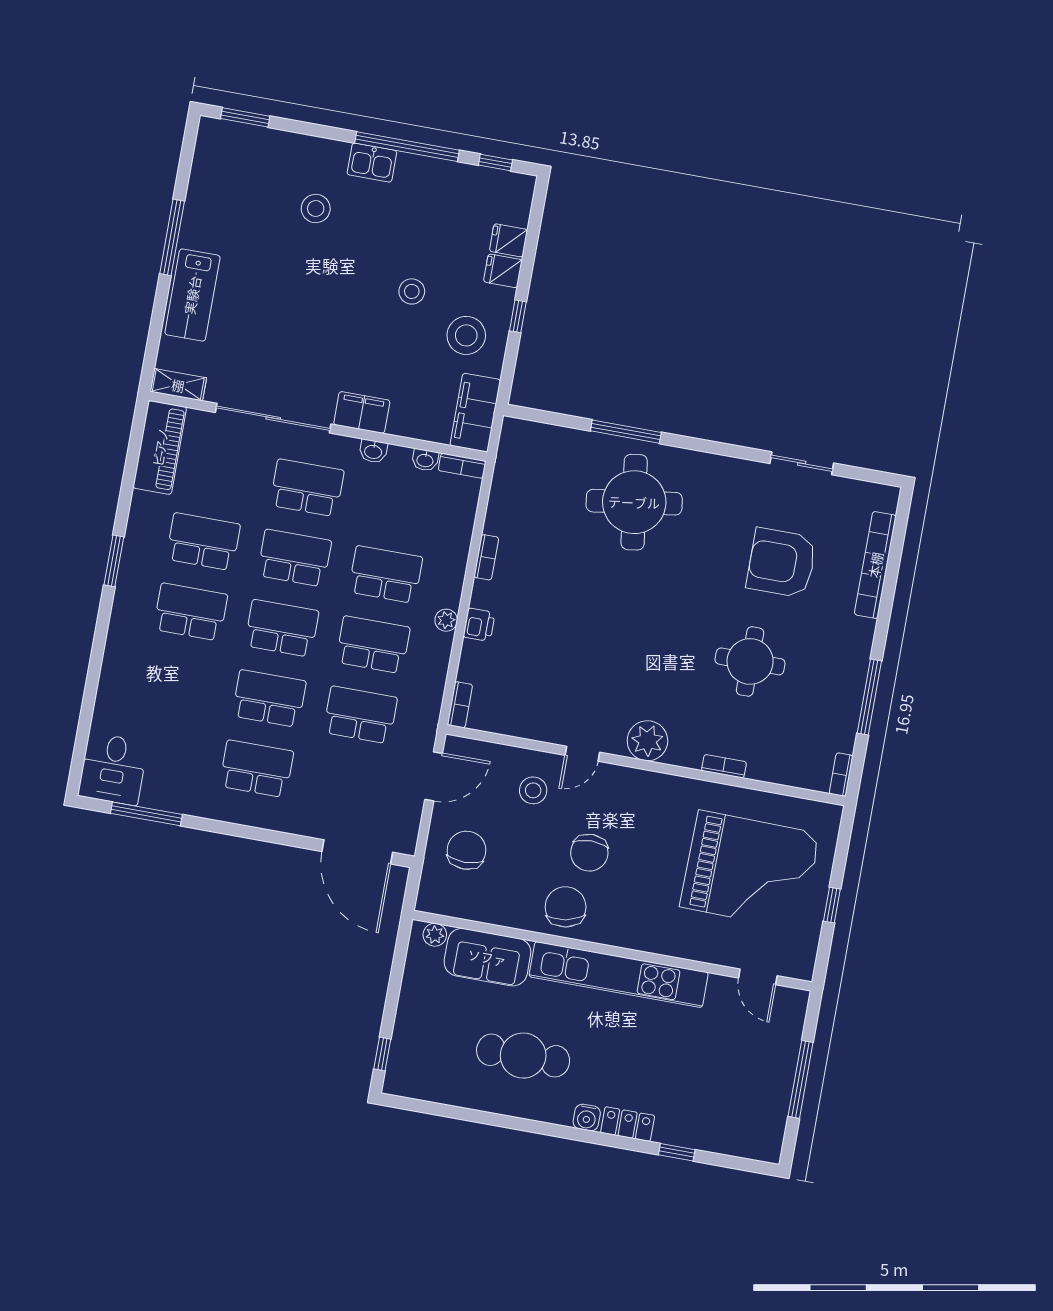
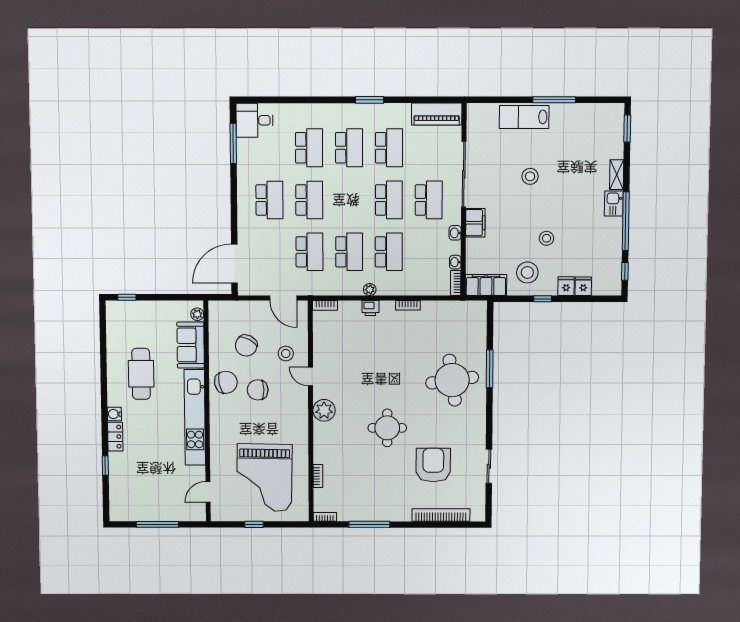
stool: (316, 209) -> (530, 176), moved
shelving: (178, 385) -> (617, 175), moved
school desk: (282, 628) -> (309, 148), moved
round table: (750, 661) -> (387, 428), moved
bookcase: (724, 766) -> (318, 476), moved
chair: (467, 850) -> (246, 346), moved, turned 118

